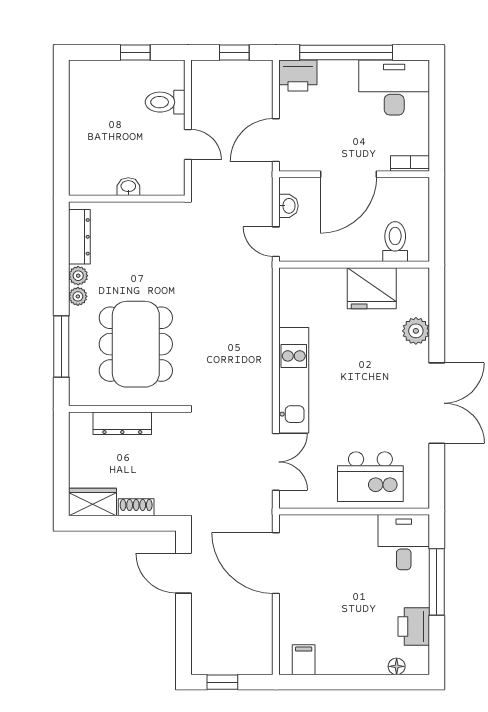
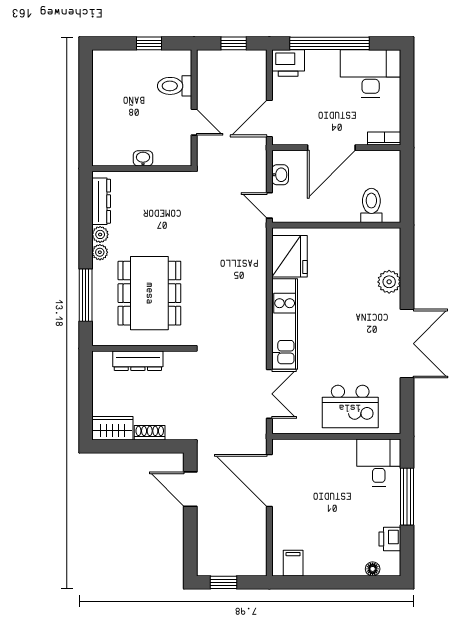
fridge: (372, 288) -> (290, 256), moved, turned -90
printer: (414, 626) -> (390, 539), width x0.73, depth x0.81

